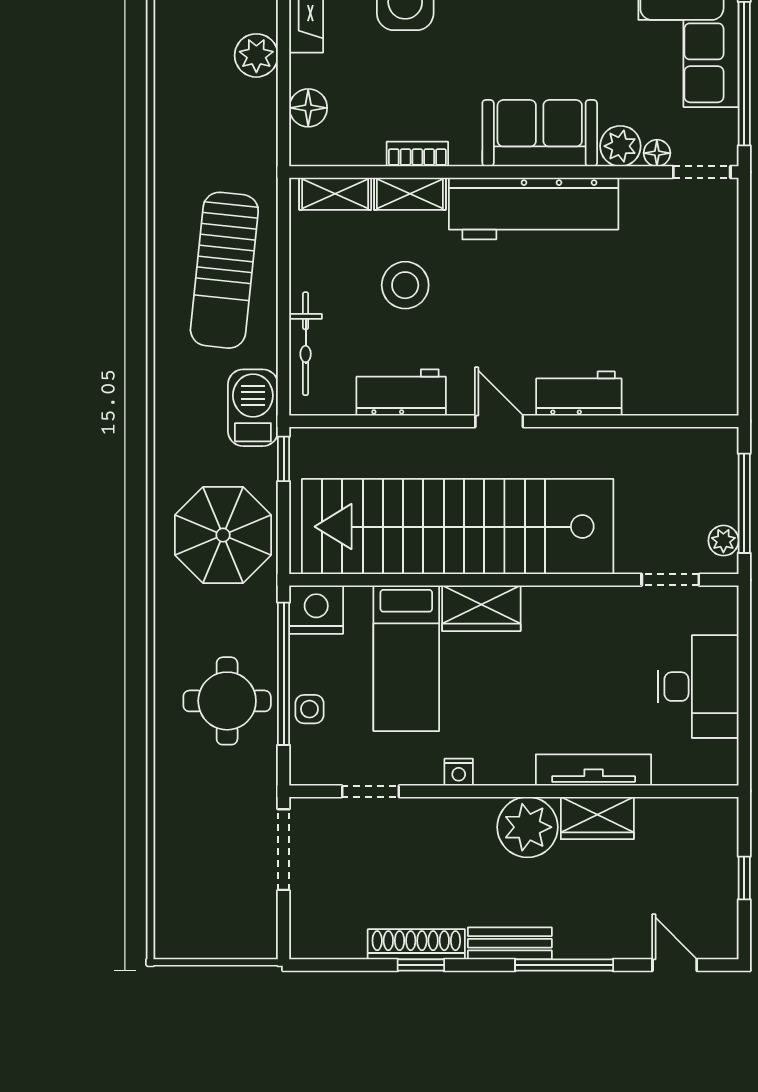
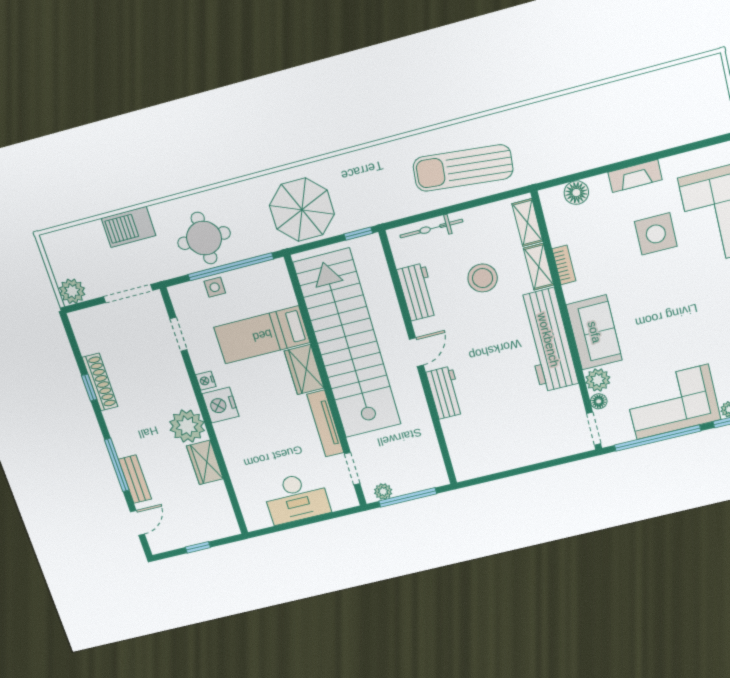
plant: (256, 55) -> (72, 291), moved
barbecue: (253, 408) -> (128, 227), moved, turned 180
nightstand: (316, 610) -> (220, 405), moved, turned 180
tv unit: (594, 770) -> (325, 424), moved, turned 180
bench: (510, 943) -> (135, 479), moved

